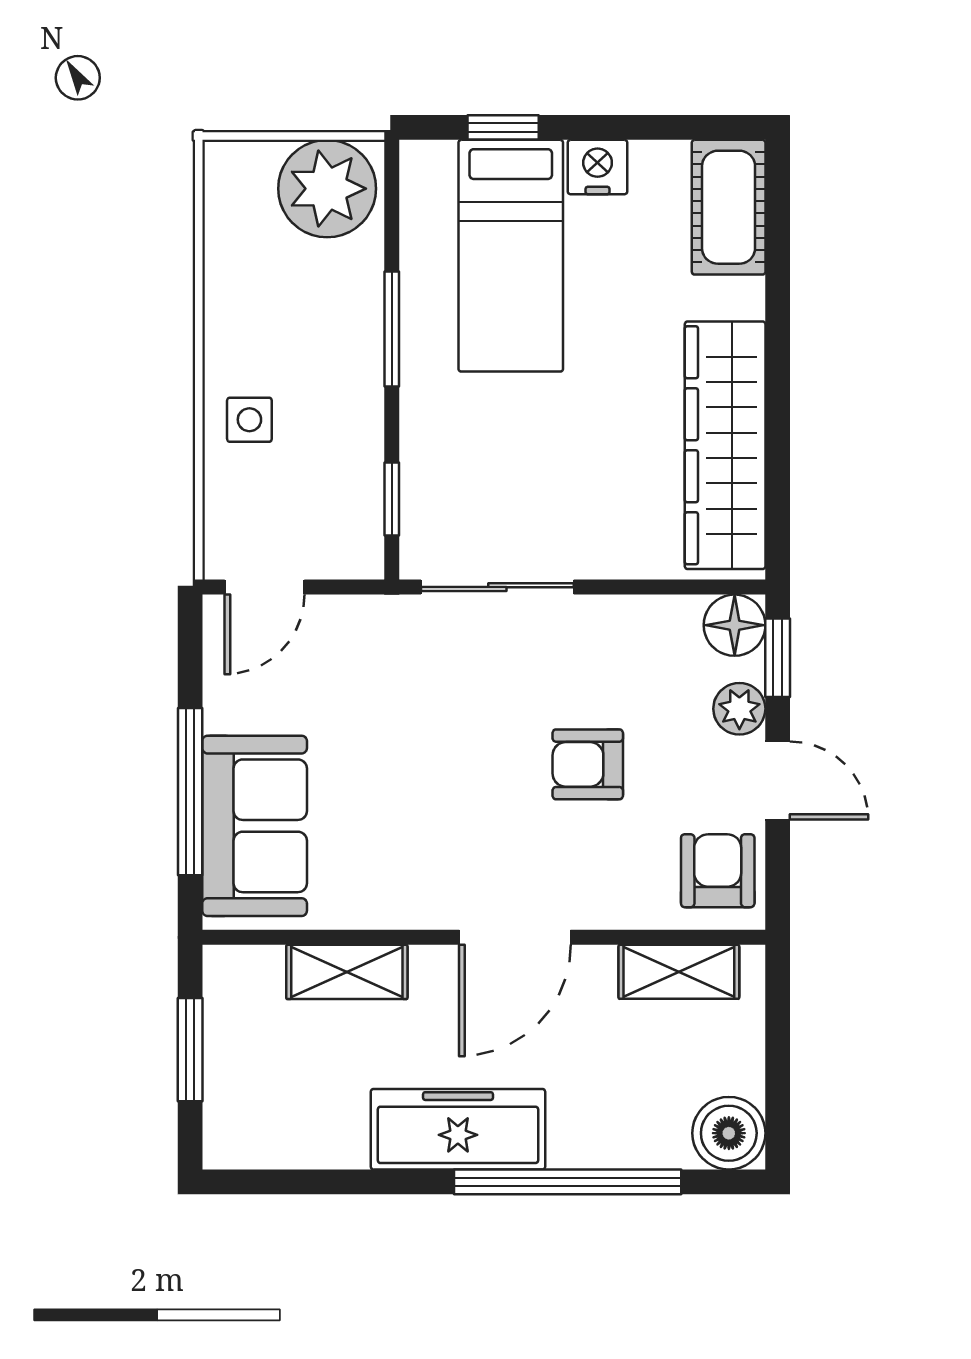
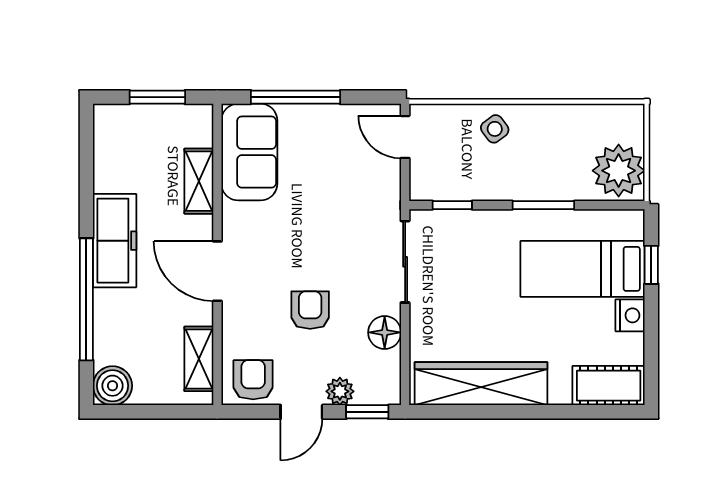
side table: (249, 420) -> (495, 129), turned -37
floor lamp: (735, 625) -> (385, 332), moved
sofa: (255, 826) -> (249, 152), moved, turned -90
armchair: (718, 871) -> (253, 380), turned -90

